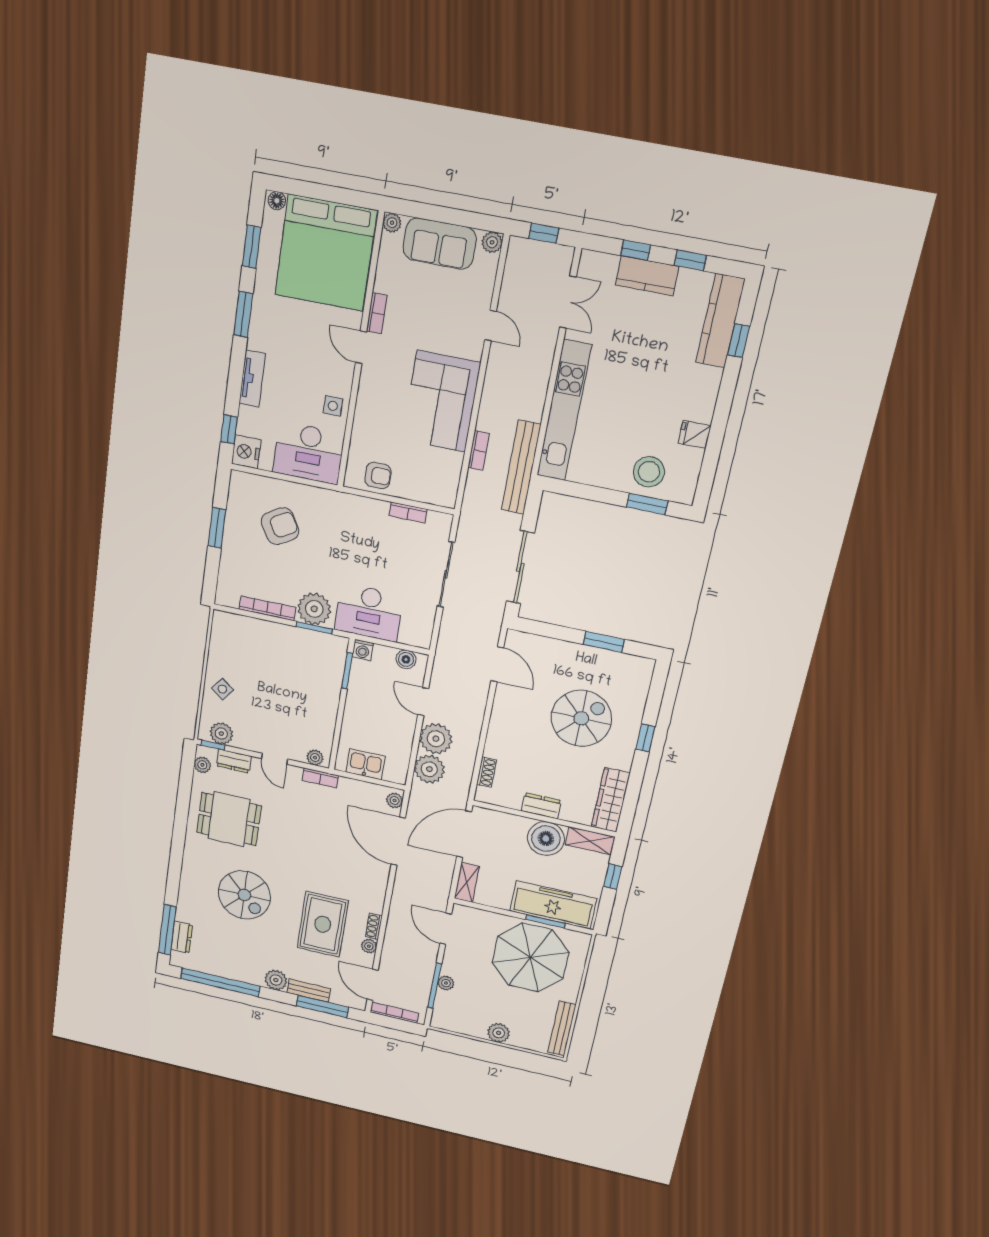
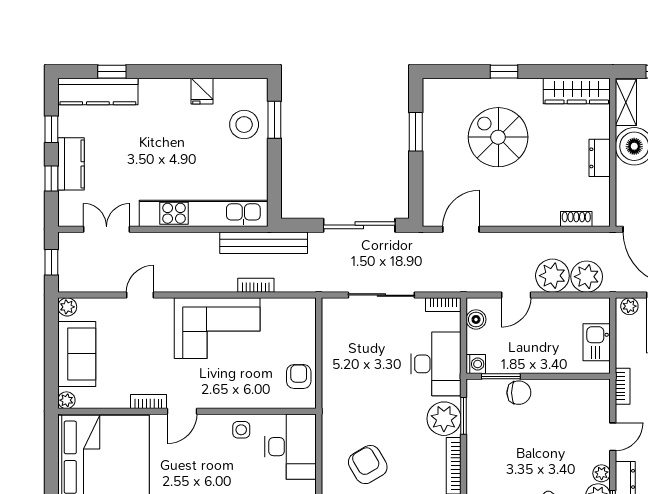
bookcase: (408, 512) -> (443, 305), moved, turned 90
chair: (329, 684) -> (519, 393), added
plant: (315, 758) -> (602, 473), moved

